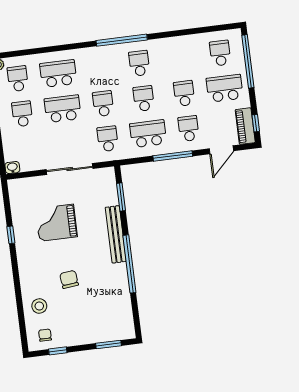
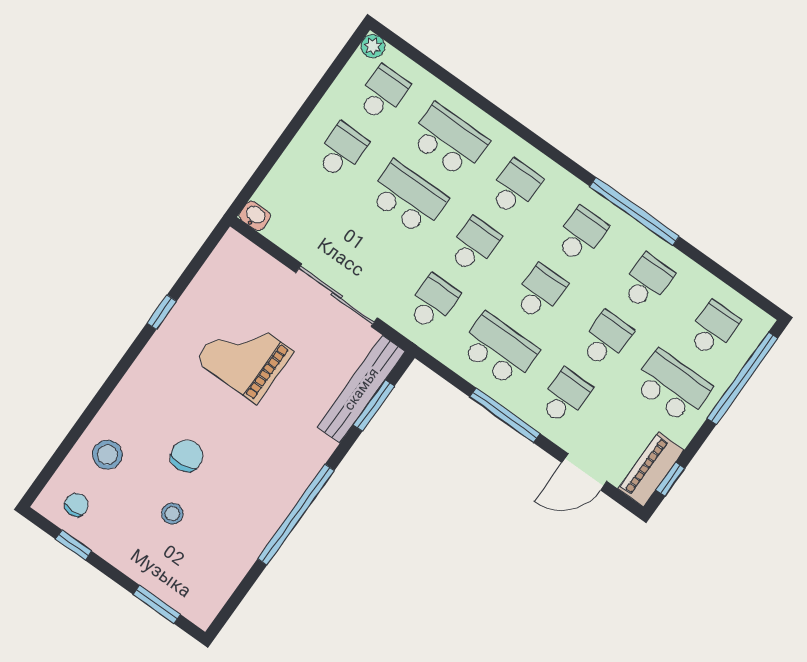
window: (122, 40) -> (634, 211), moved
school desk: (180, 58) -> (647, 282), added
school desk: (99, 68) -> (515, 188), added
bench: (116, 234) -> (361, 389), moved
stool: (83, 306) -> (172, 514), added

